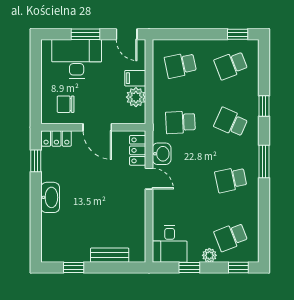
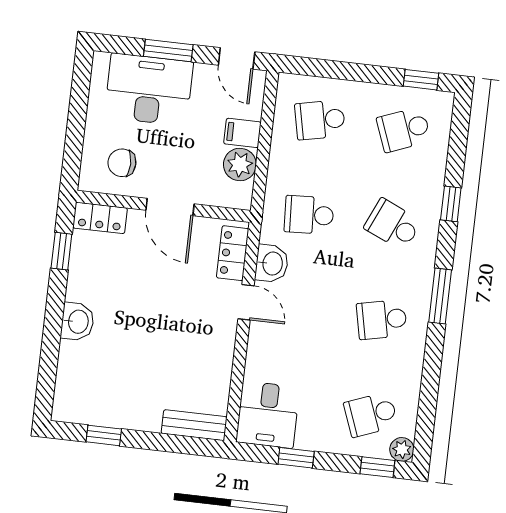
washbasin: (50, 197) -> (77, 322), width x0.72
bench: (110, 255) -> (194, 425), moved
plant: (209, 255) -> (402, 449), moved

